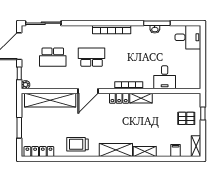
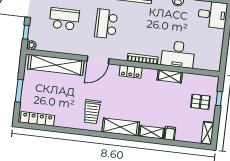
school desk: (53, 57) -> (64, 19), turned 180
school desk: (92, 57) -> (106, 24), turned -90
desk: (165, 77) -> (178, 54), width x1.37
shelving: (141, 98) -> (170, 76), moved
trolley: (78, 144) -> (92, 112), moved, turned -90
filing cabinet: (176, 150) -> (170, 133), moved

